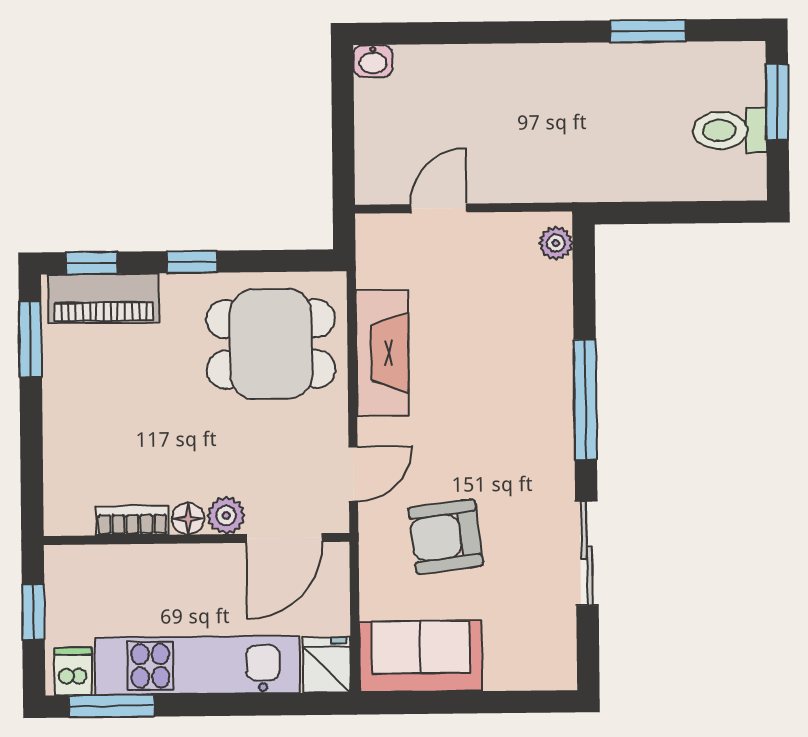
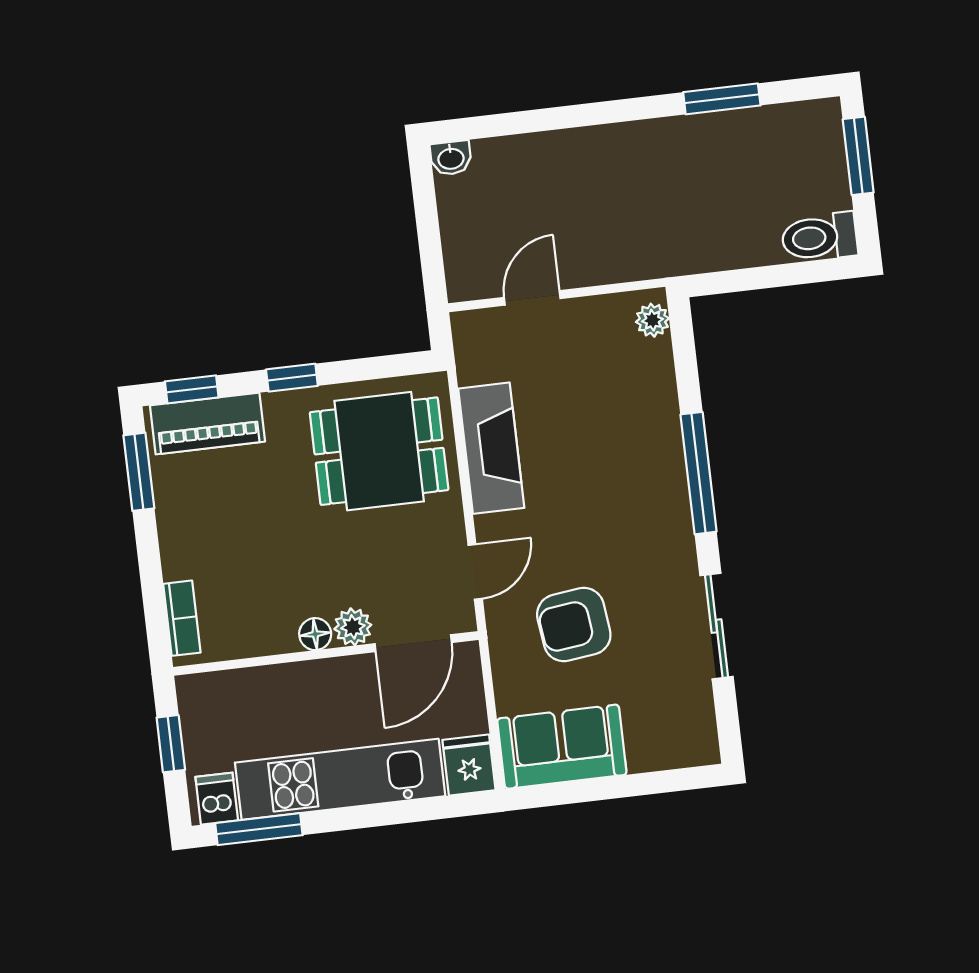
toilet: (730, 130) -> (819, 237), moved
bookcase: (132, 521) -> (182, 618), moved, turned 90

